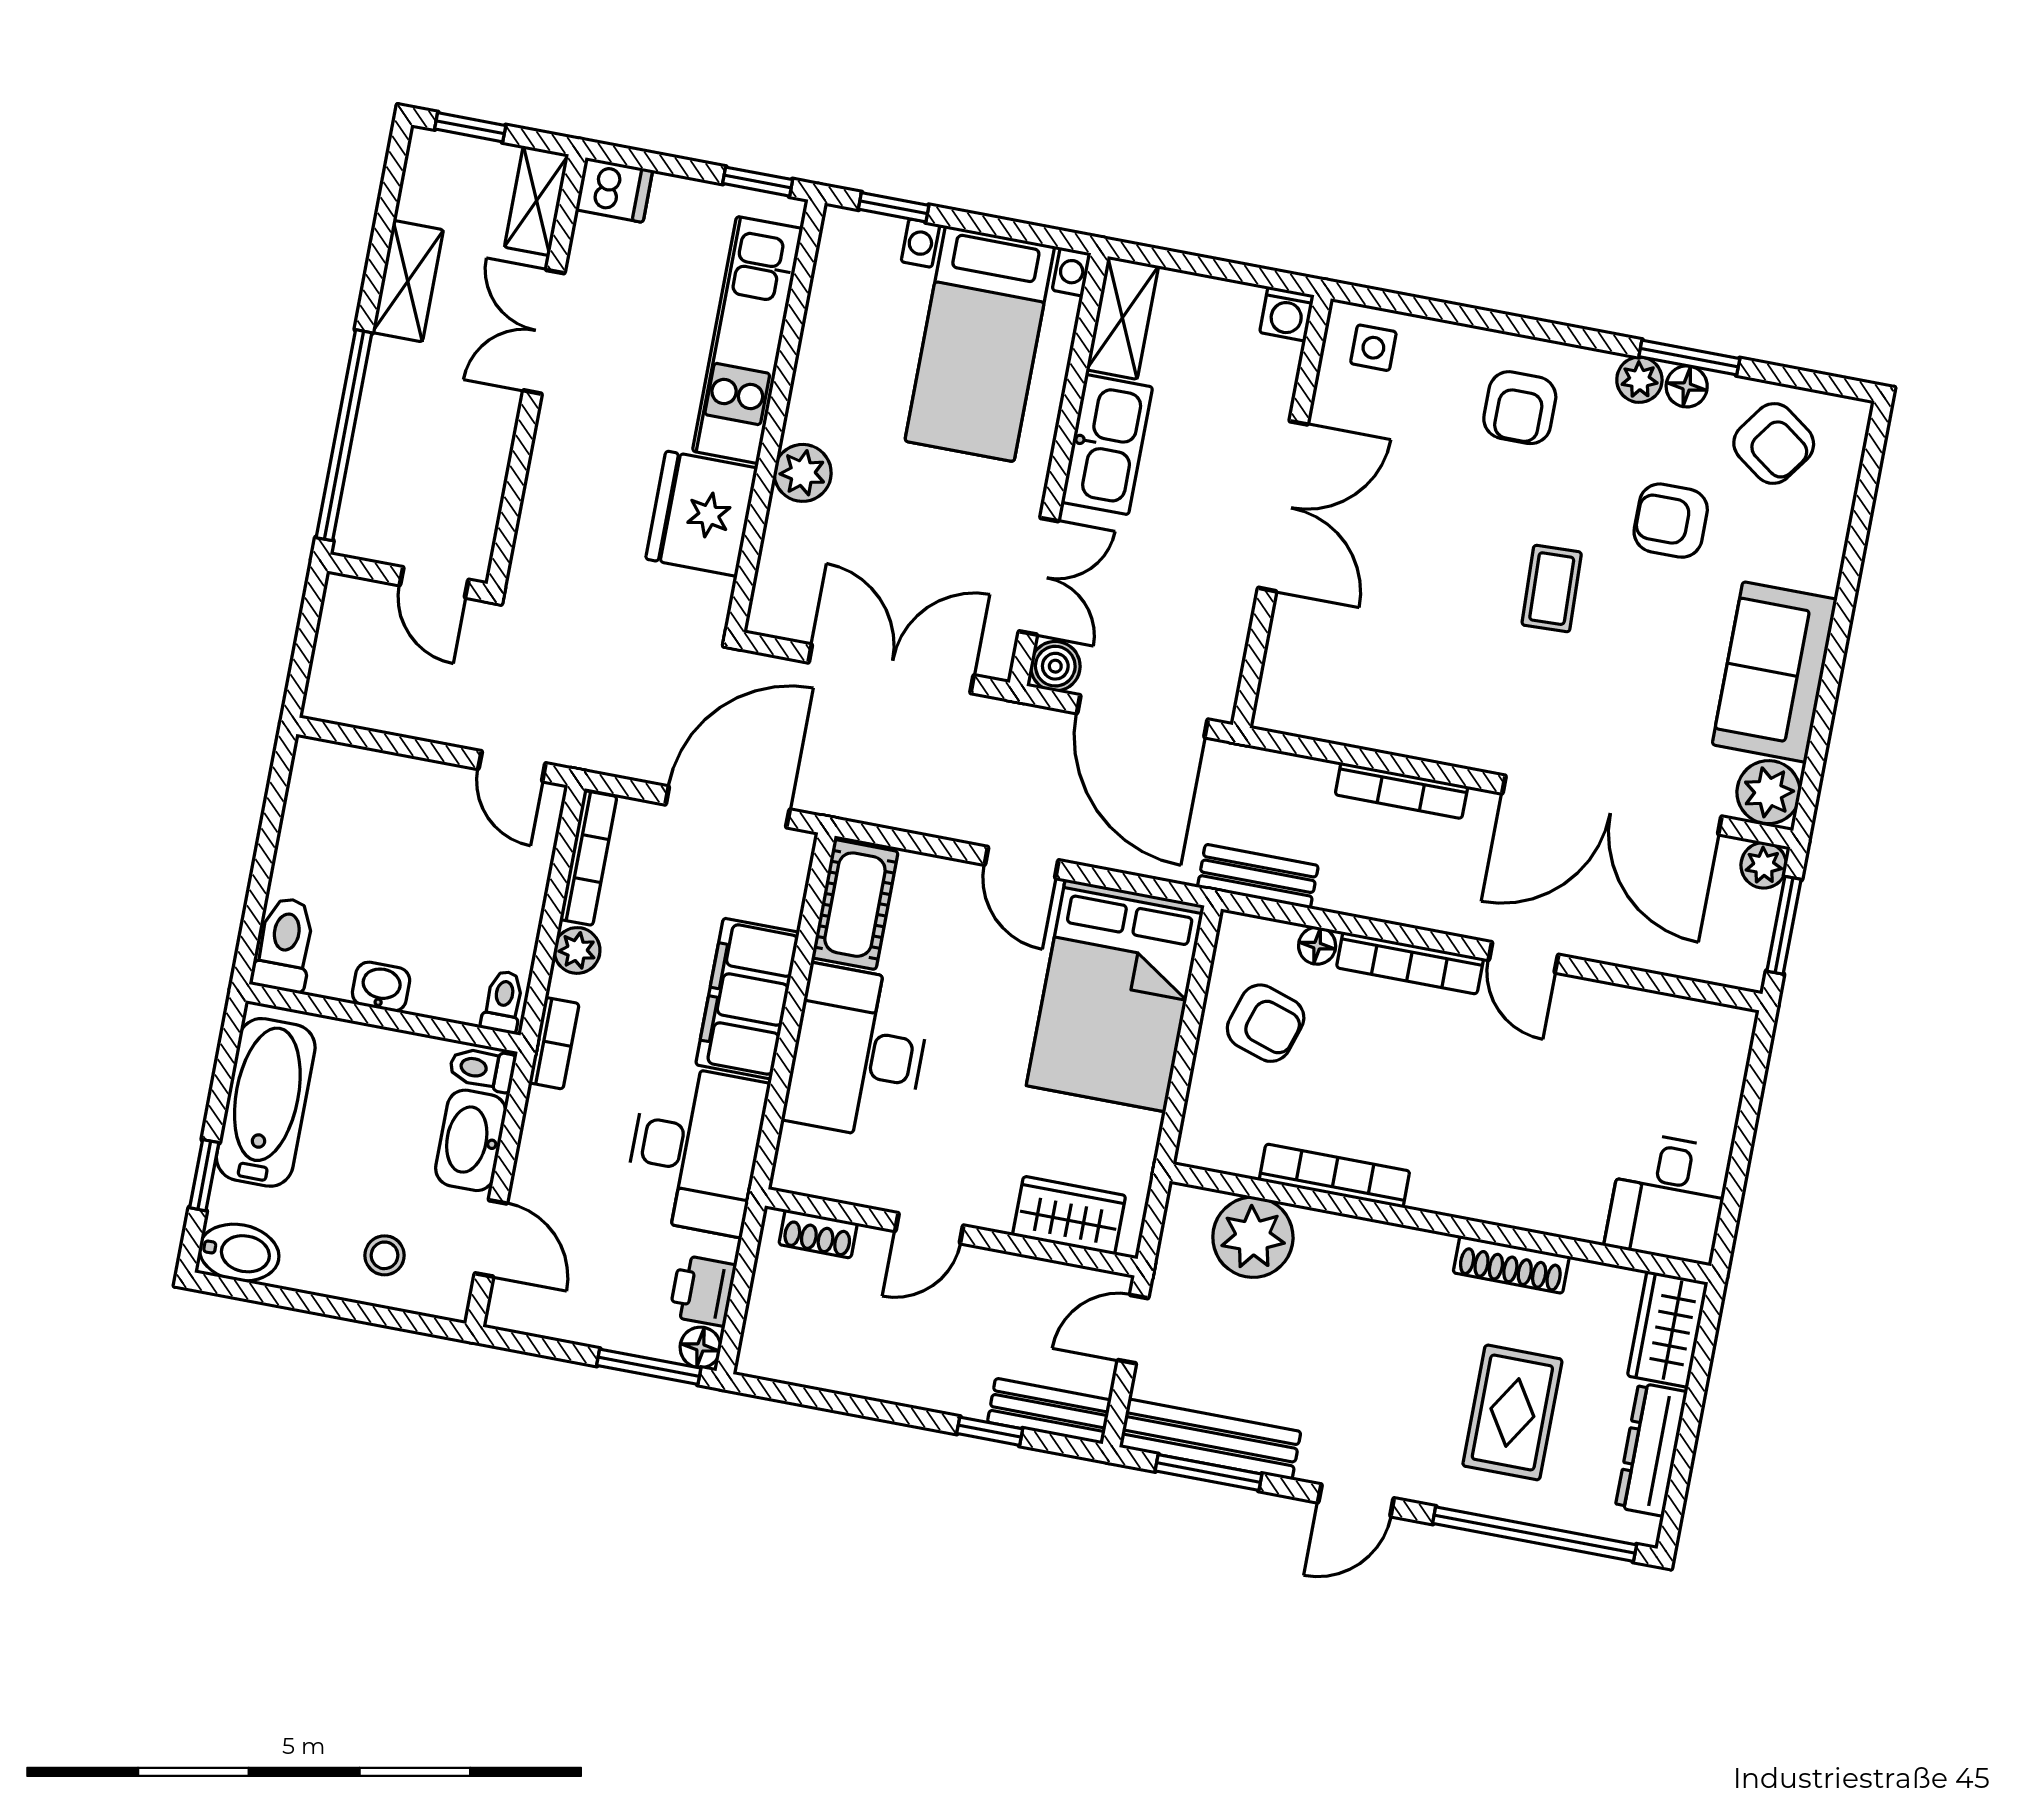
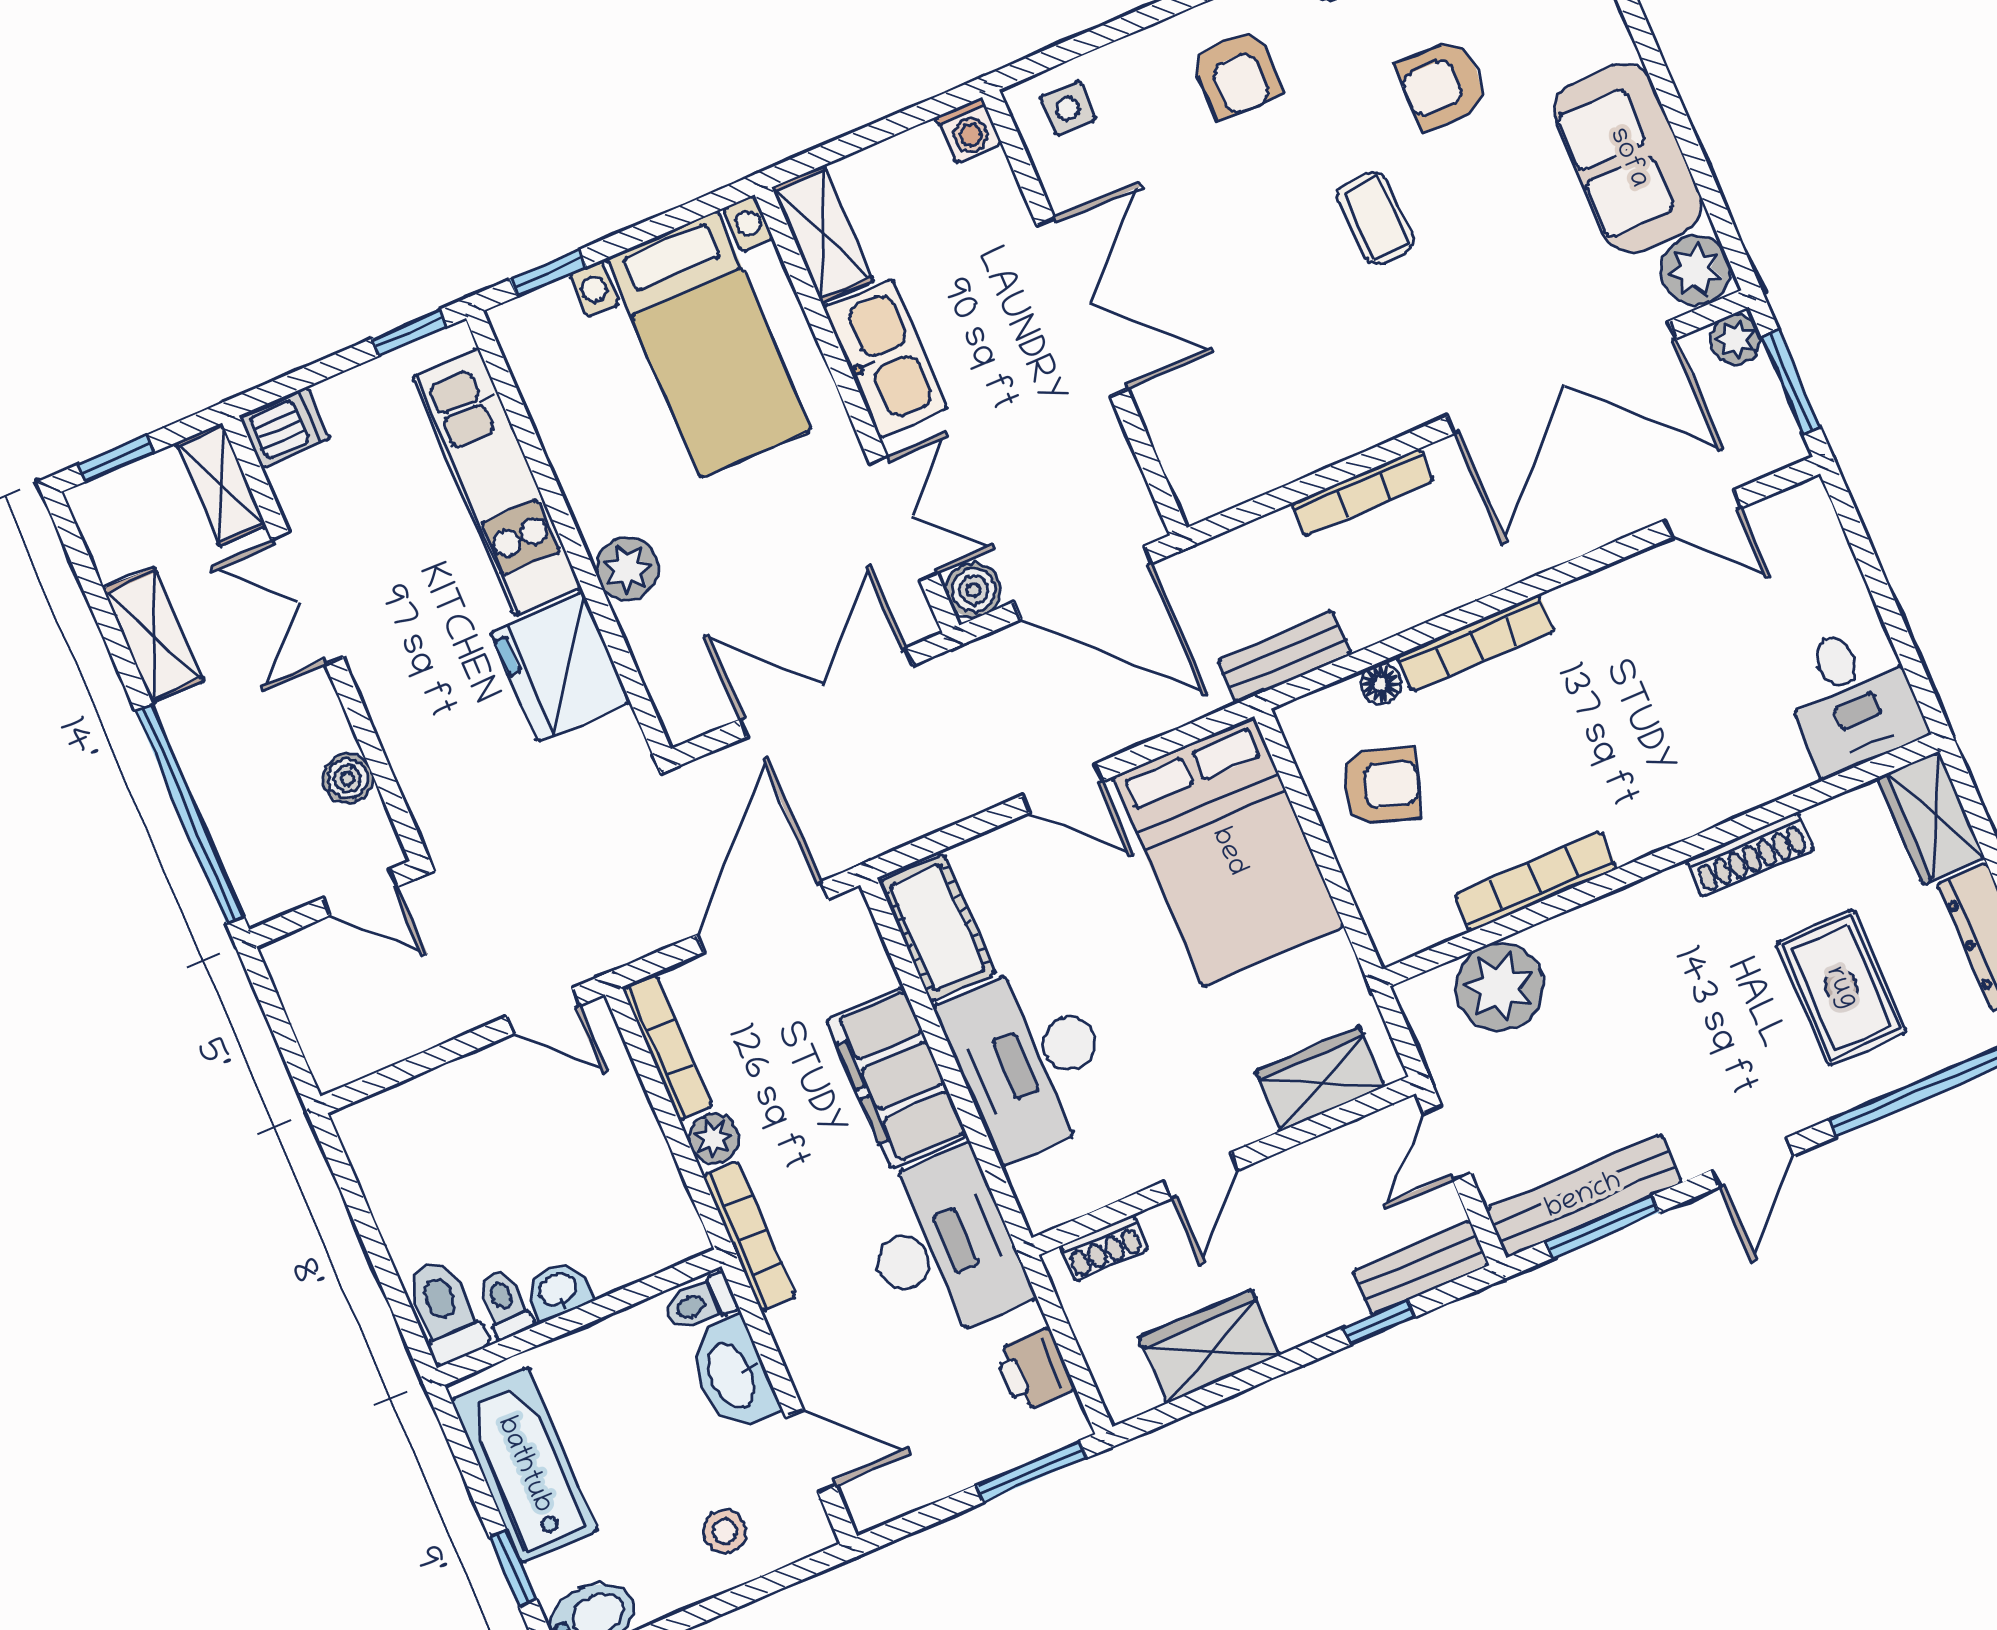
boiler: (483, 489) -> (348, 779), added
door: (1523, 957) -> (1703, 514), moved
toilet: (503, 1002) -> (505, 1304), moved
bookcase: (554, 1043) -> (749, 1236), width x1.56
floor lamp: (700, 1347) -> (1067, 1422), removed
wardrobe: (848, 1363) -> (1209, 1347), added

